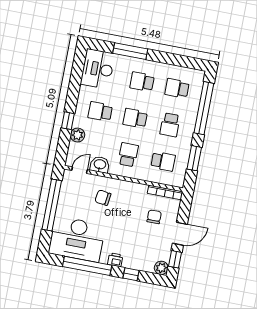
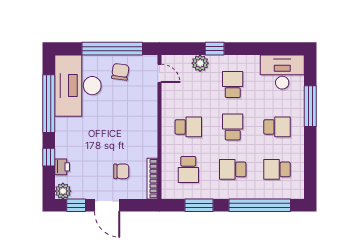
school desk: (142, 82) -> (277, 127), turned 90
school desk: (177, 88) -> (277, 169), turned -90
washbasin: (100, 165) -> (170, 96), removed
chair: (103, 198) -> (120, 72), moved
printer: (115, 260) -> (62, 167), moved

